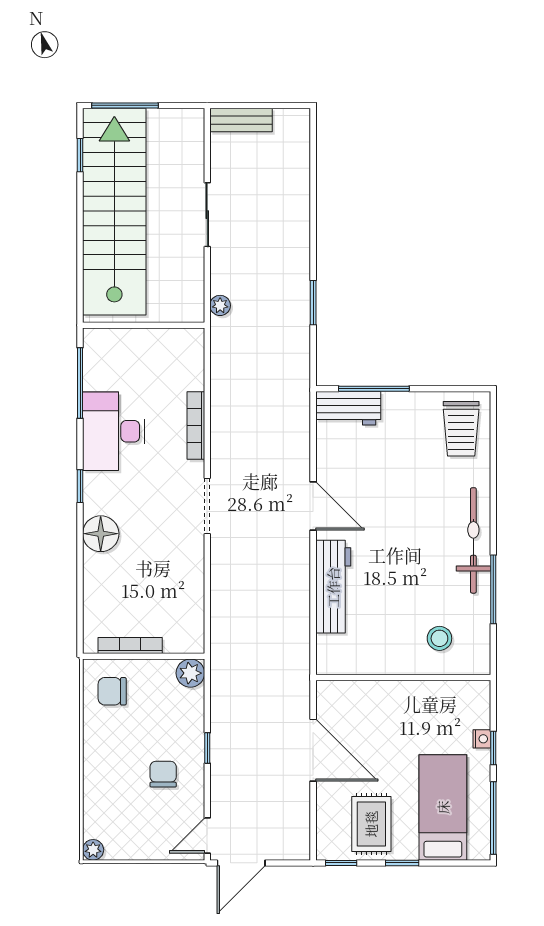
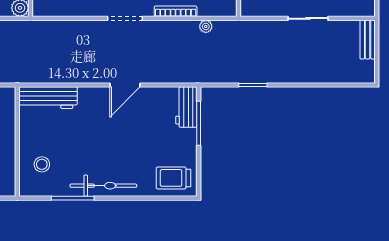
plant: (220, 305) -> (206, 26), moved
workbench: (333, 587) -> (48, 98), moved

